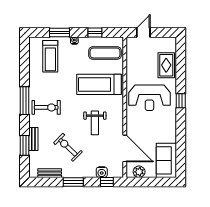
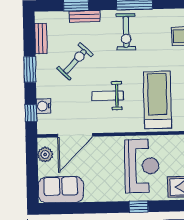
reception desk: (149, 98) -> (142, 166), turned 180

